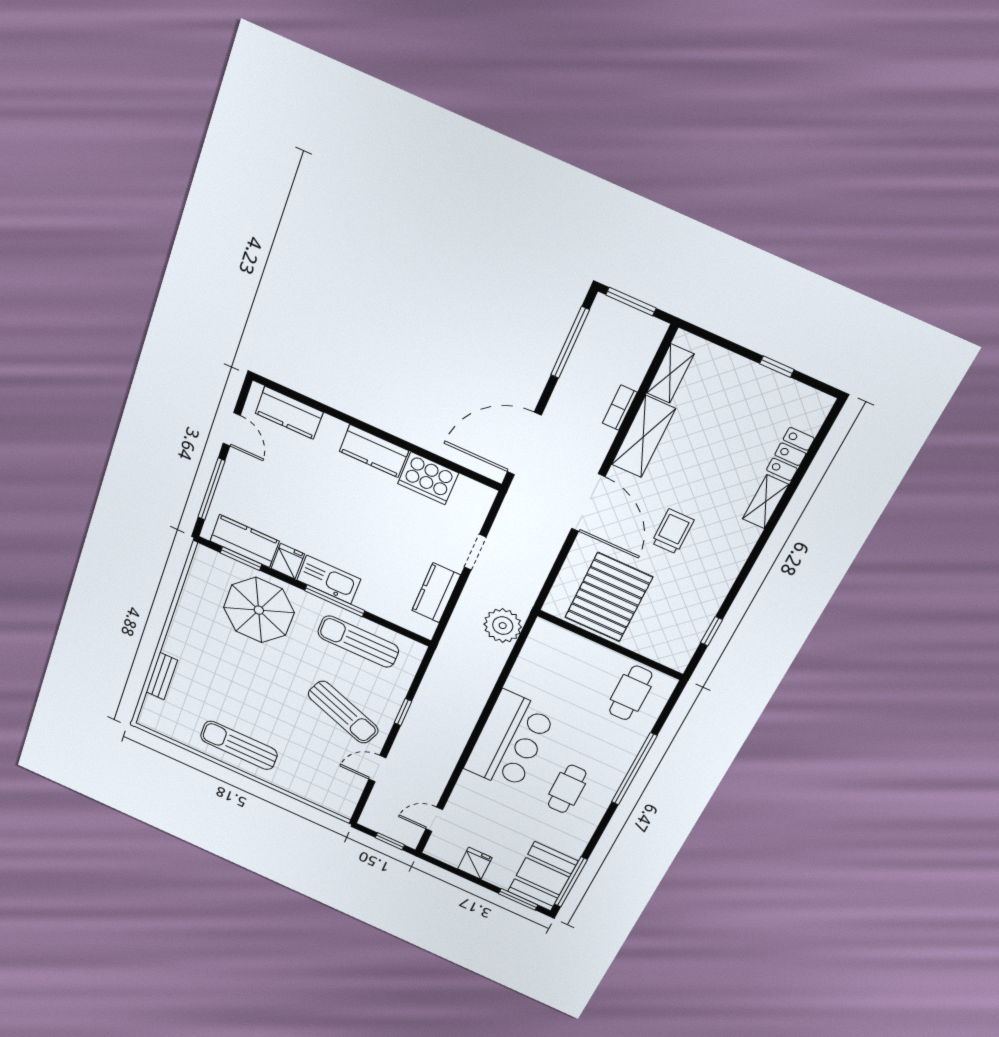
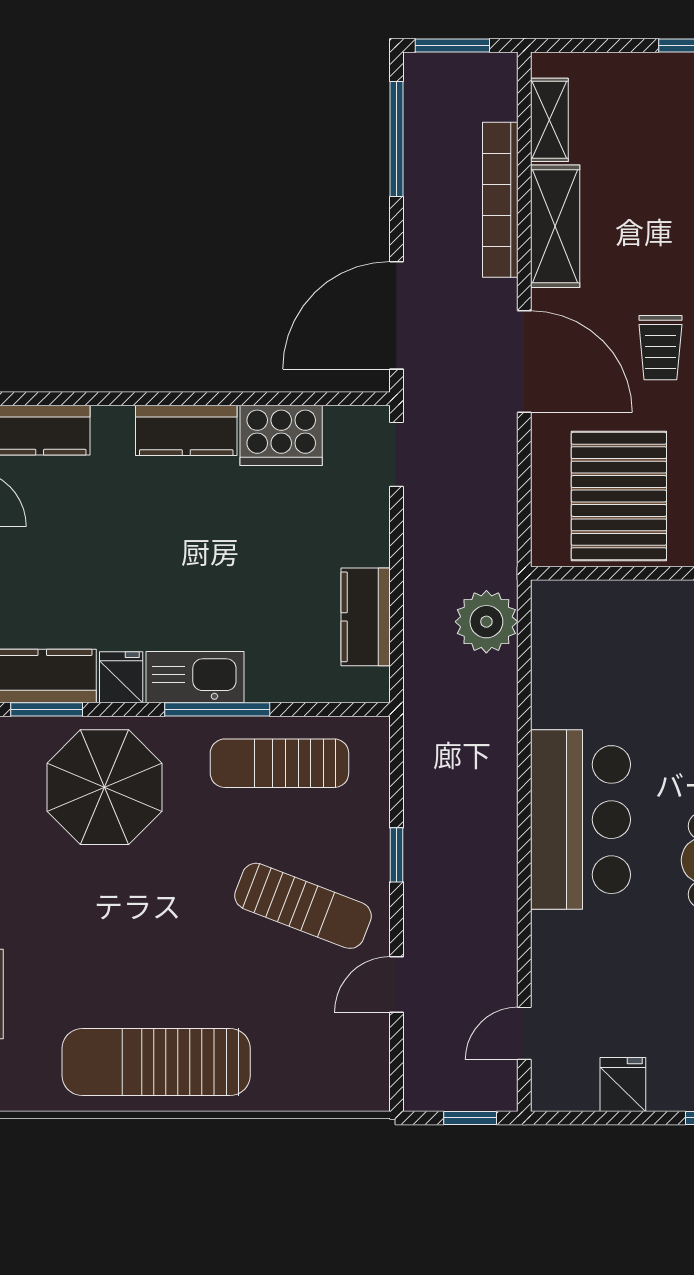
bookcase: (620, 408) -> (500, 200), width x2.31, depth x1.31
trolley: (673, 532) -> (660, 348), turned 180
doorway: (475, 552) -> (396, 454), moved
sun lounger: (239, 745) -> (156, 1062), width x1.36, depth x1.34

